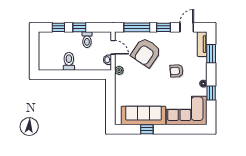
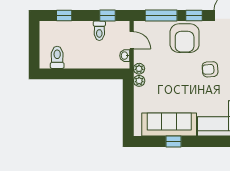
window: (79, 27) -> (107, 16), moved
armchair: (146, 52) -> (185, 38), moved, turned -34
toilet: (69, 61) -> (57, 57), moved
plant: (119, 80) -> (139, 81), added

